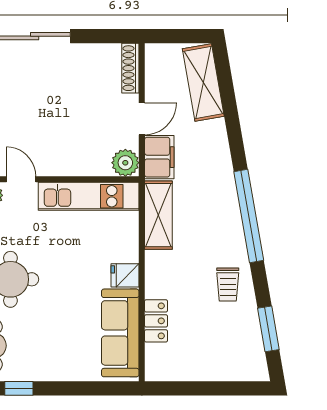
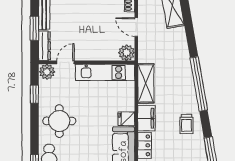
door: (142, 119) -> (136, 27), swing flipped
filing cabinet: (159, 157) -> (146, 118), moved
door: (21, 179) -> (66, 62), hinge flipped

